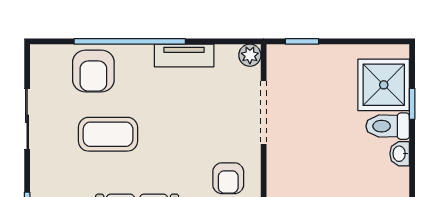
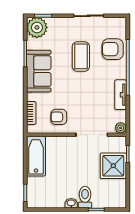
shower: (384, 85) -> (113, 166), moved

